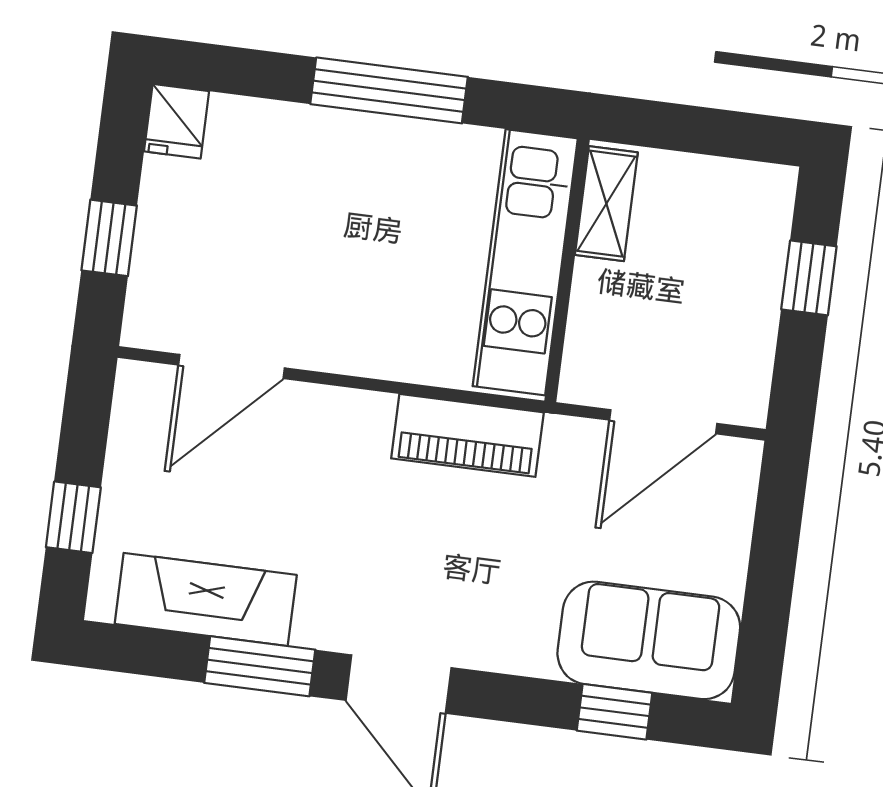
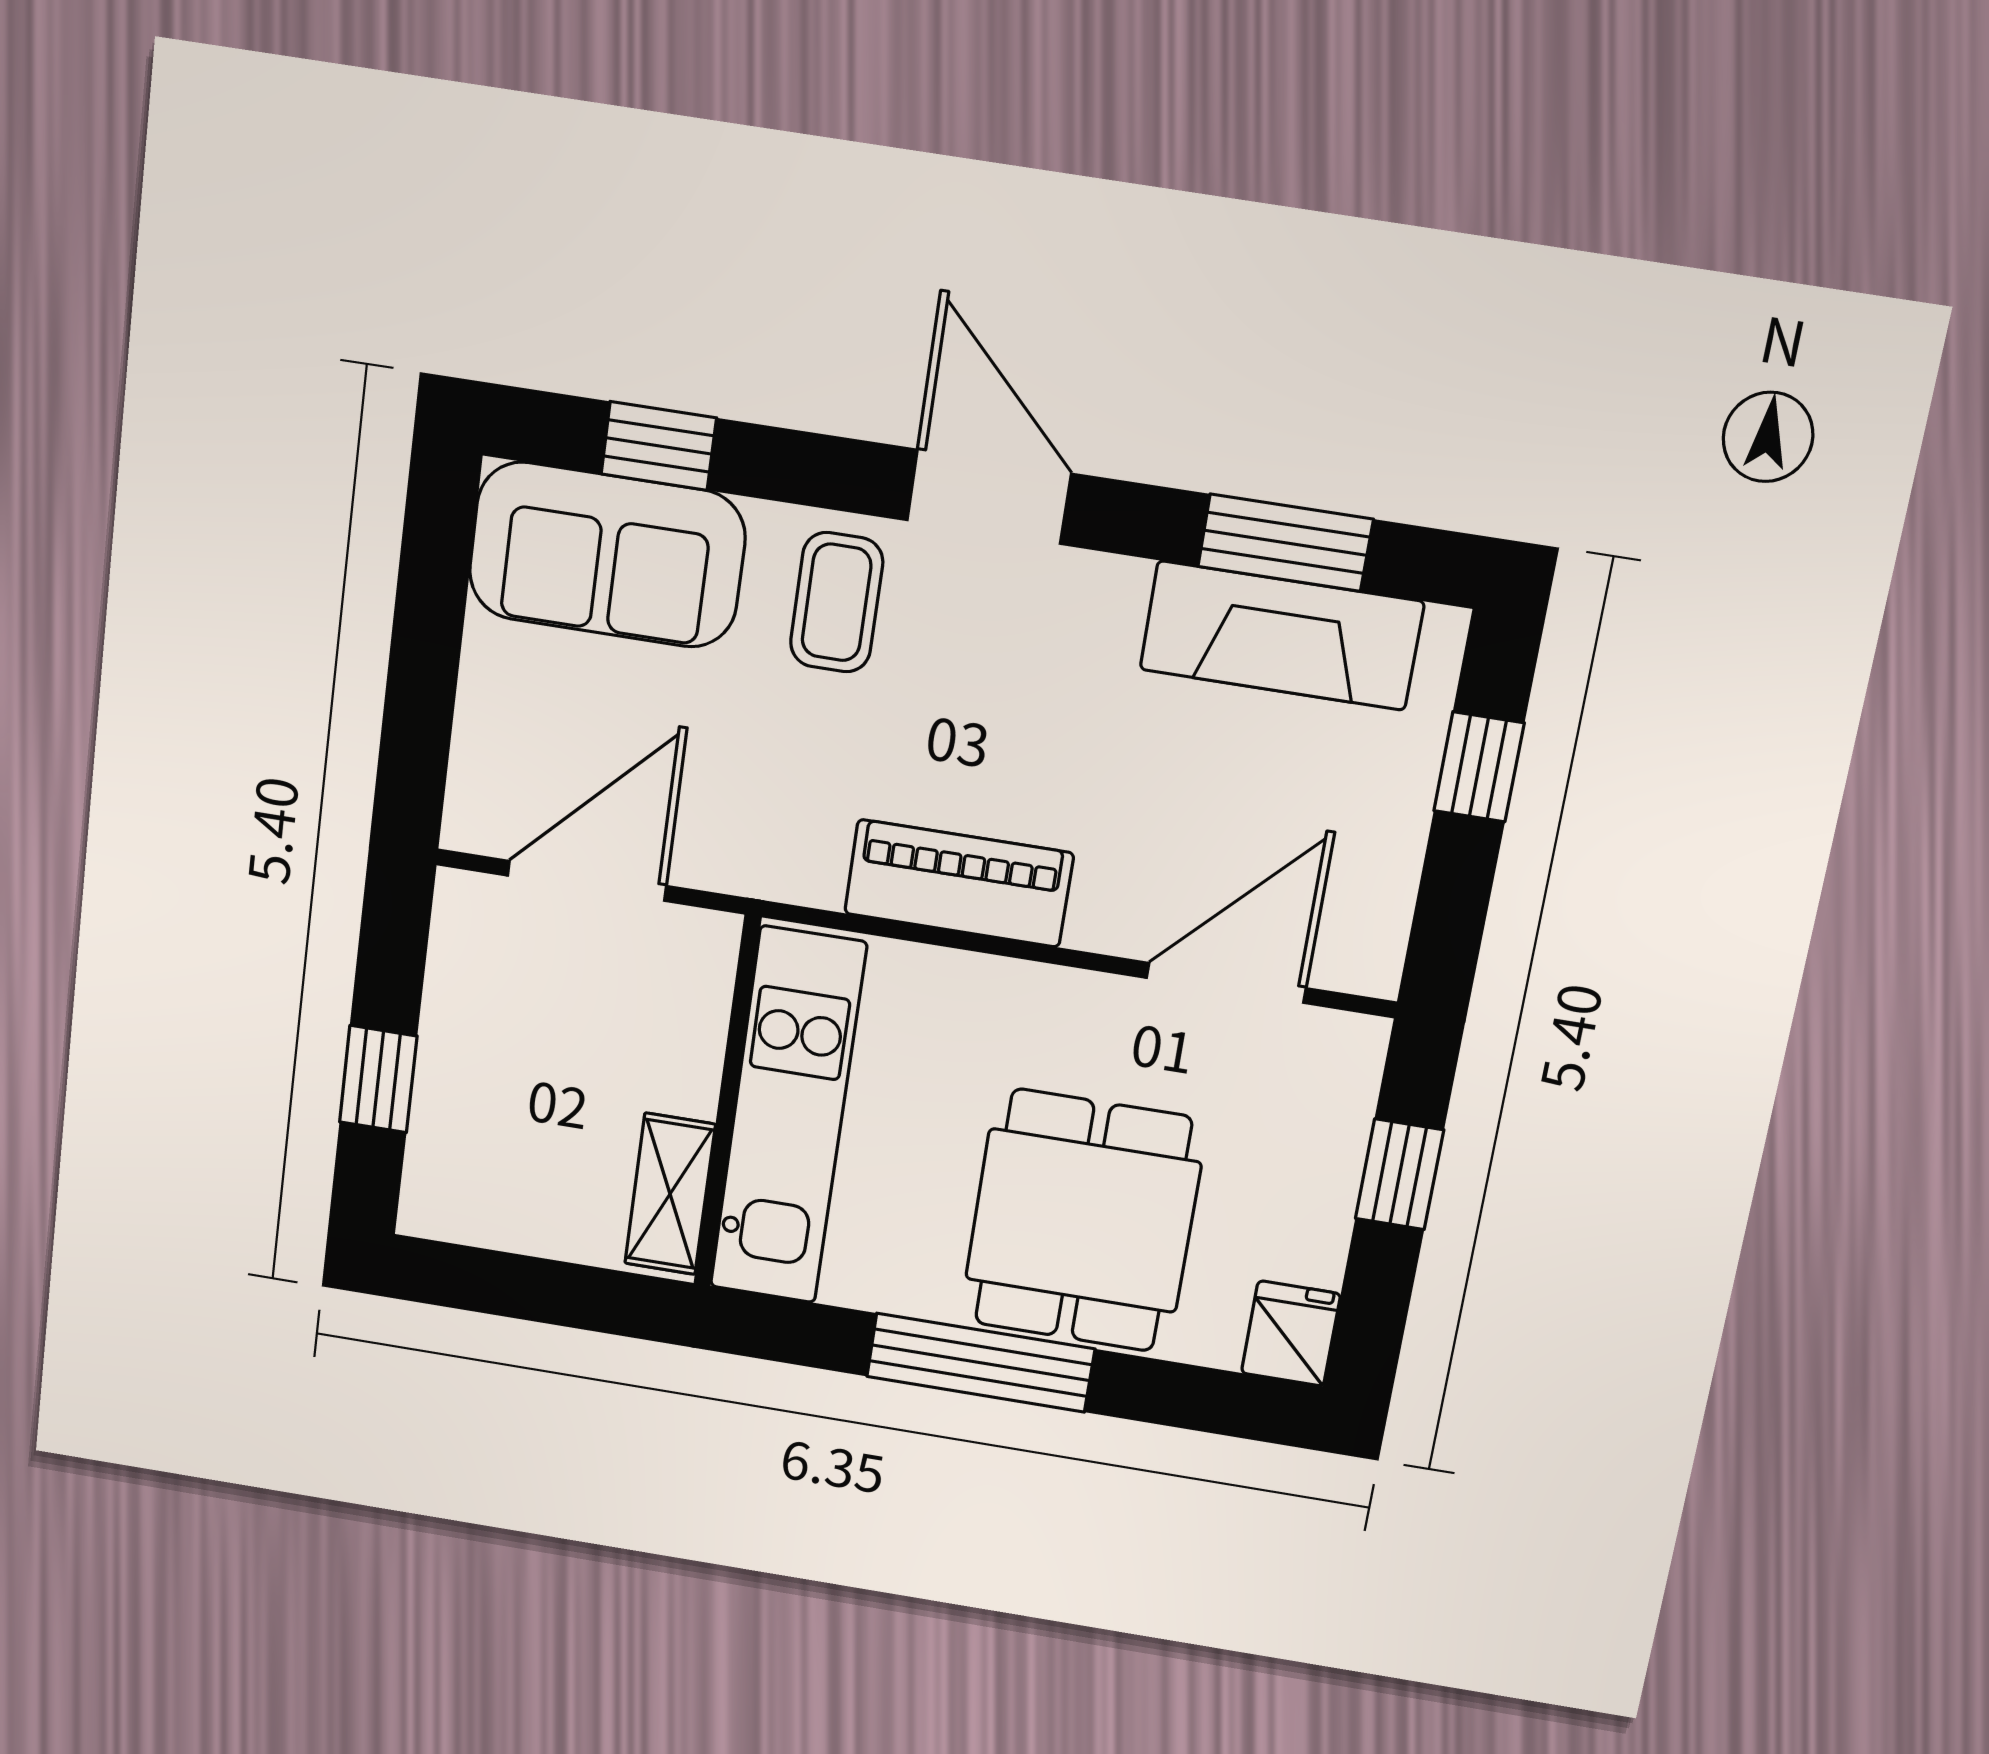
dining table: (322, 196) -> (1083, 1221), added
piano: (467, 435) -> (959, 883), moved
coffee table: (497, 613) -> (837, 602), added
window: (260, 666) -> (1285, 543), moved

